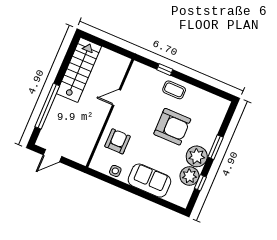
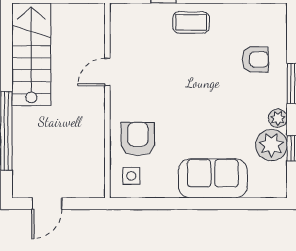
armchair: (172, 127) -> (255, 59), moved, width x0.53, depth x0.53
plant: (197, 156) -> (278, 118), width x0.53, depth x0.53
side table: (115, 171) -> (131, 176), moved

